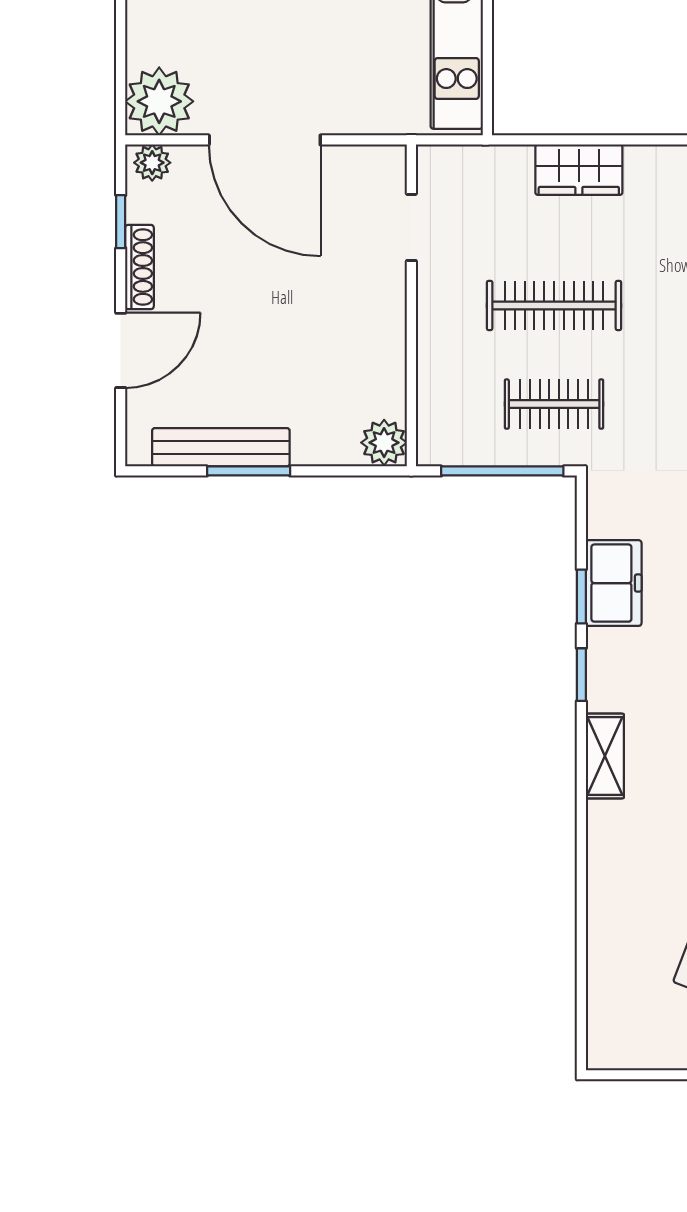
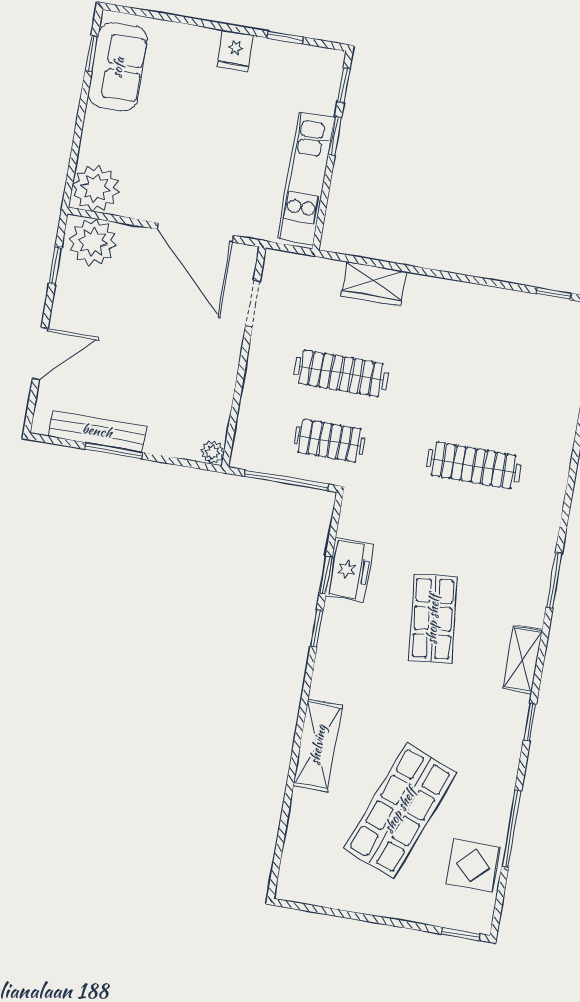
door: (265, 140) -> (195, 232), moved
plant: (152, 163) -> (93, 242), width x1.87, depth x1.87
shoe rack: (139, 267) -> (63, 299), removed
plant: (384, 443) -> (213, 452), width x0.73, depth x0.73
shelving: (605, 756) -> (318, 745), moved, width x1.50, depth x1.33

